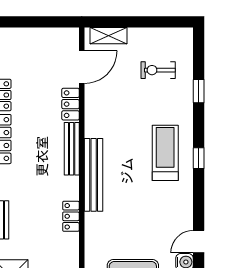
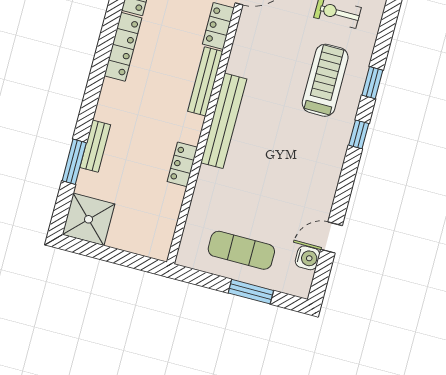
window: (199, 91) -> (372, 83), moved
treadmill: (165, 153) -> (325, 80), moved

